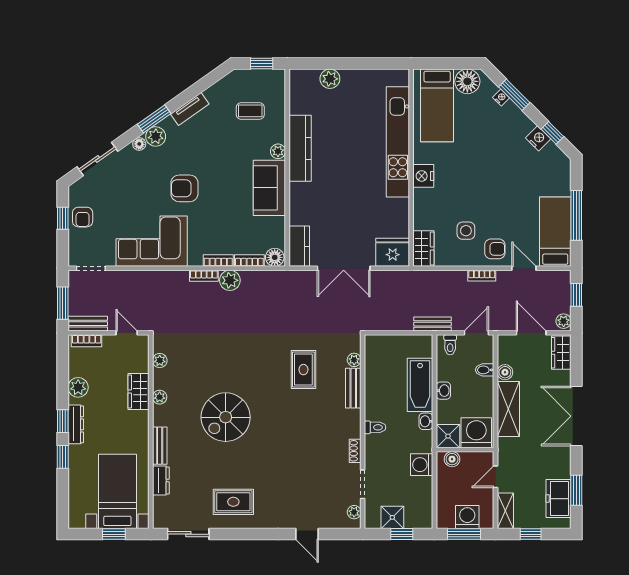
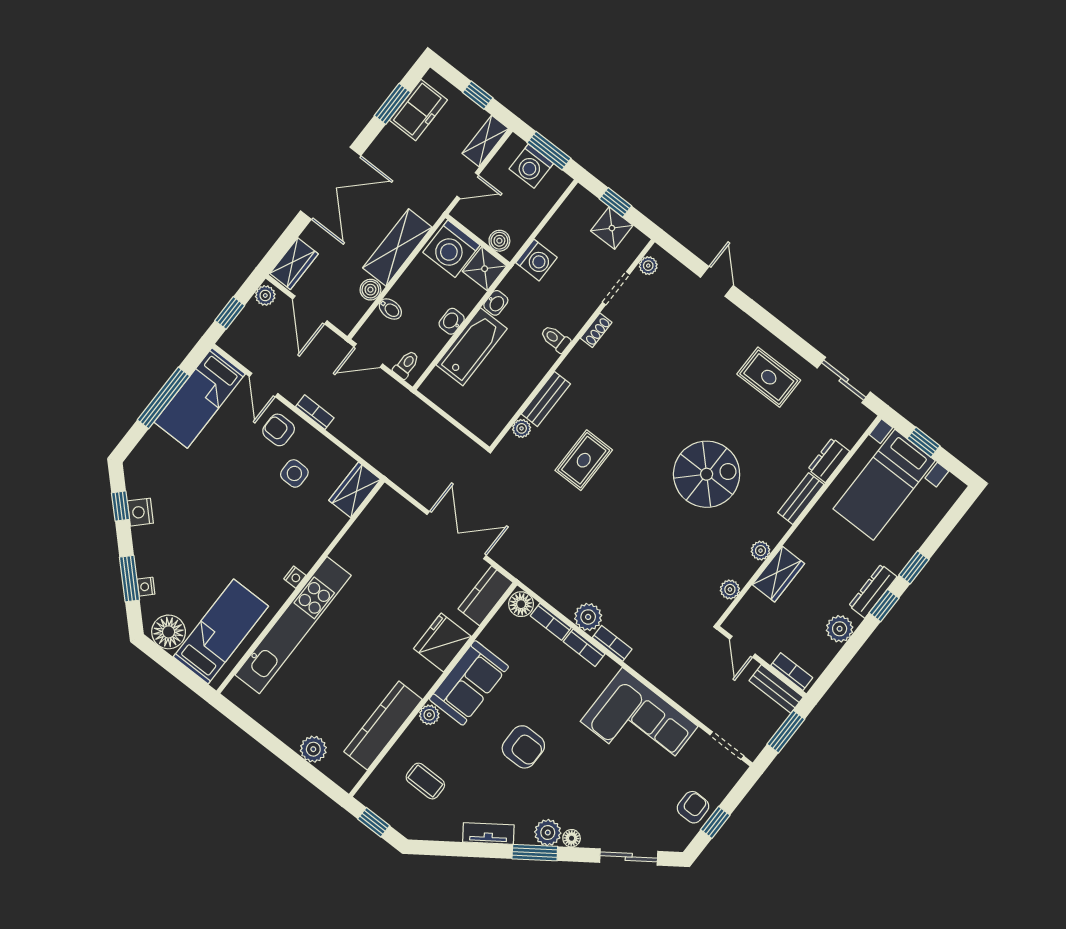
kitchen counter: (300, 148) -> (383, 726), moved
nightstand: (423, 176) -> (295, 577), width x0.53, depth x0.56
armchair: (184, 188) -> (523, 747), moved
fridge: (393, 252) -> (442, 642), moved, turned 90
bench: (433, 324) -> (408, 401), removed

